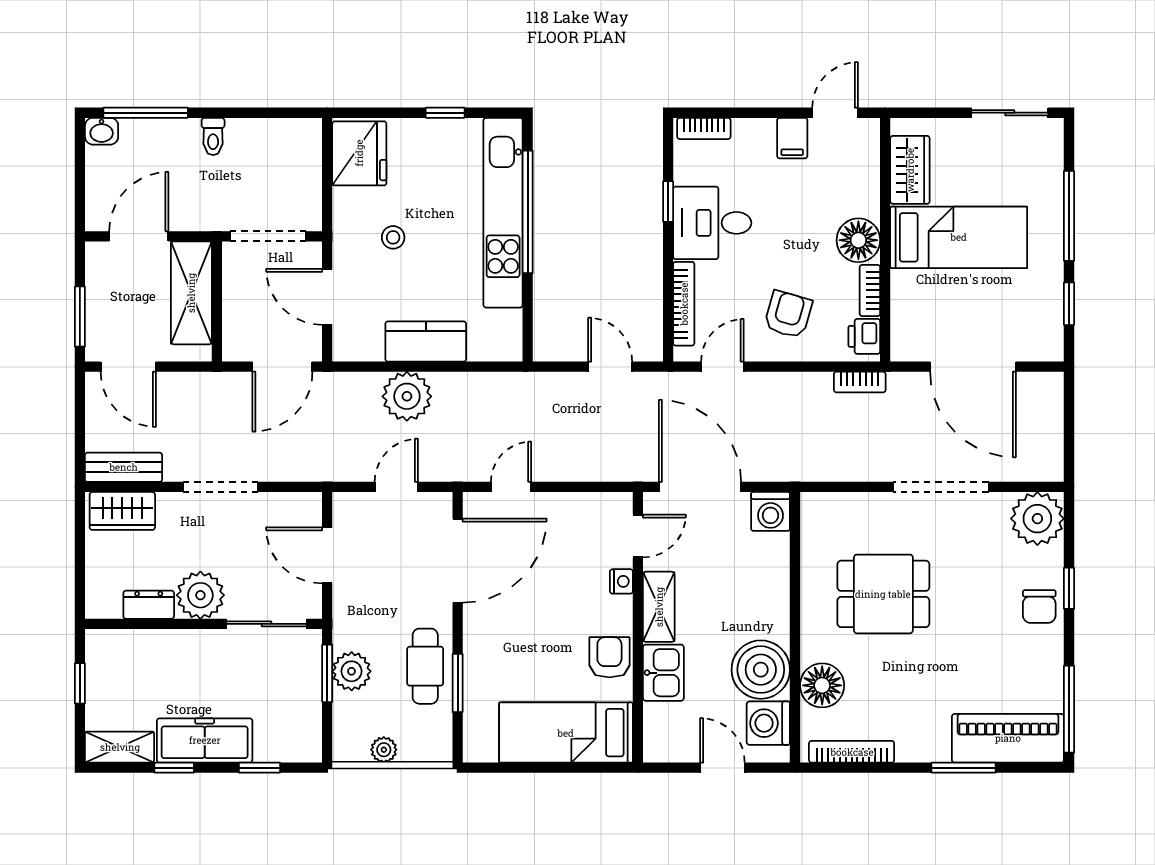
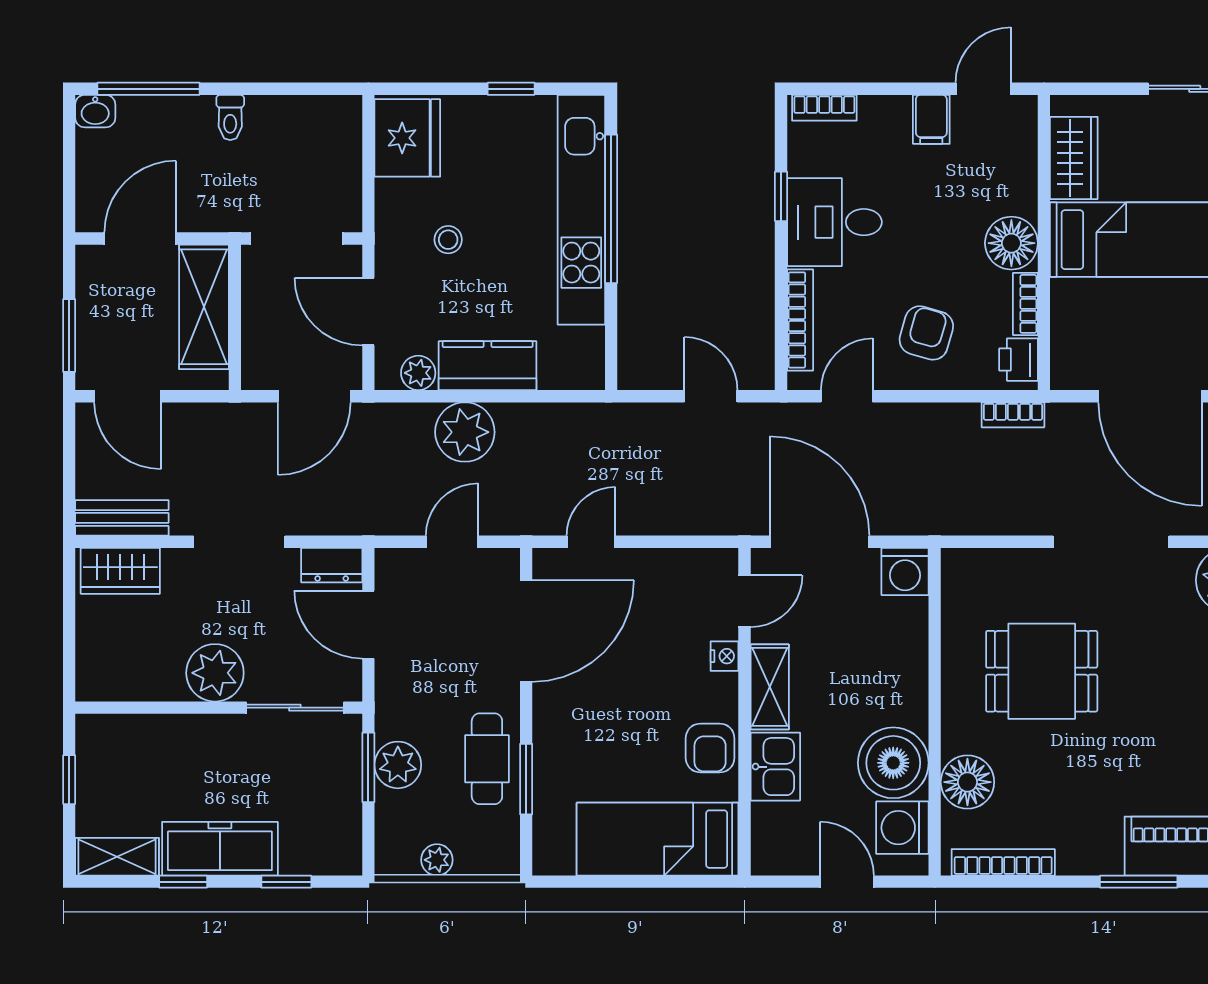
plant: (368, 347) -> (418, 373), added
dresser: (149, 605) -> (332, 565), moved, turned 180
armchair: (609, 657) -> (710, 748), turned 180

